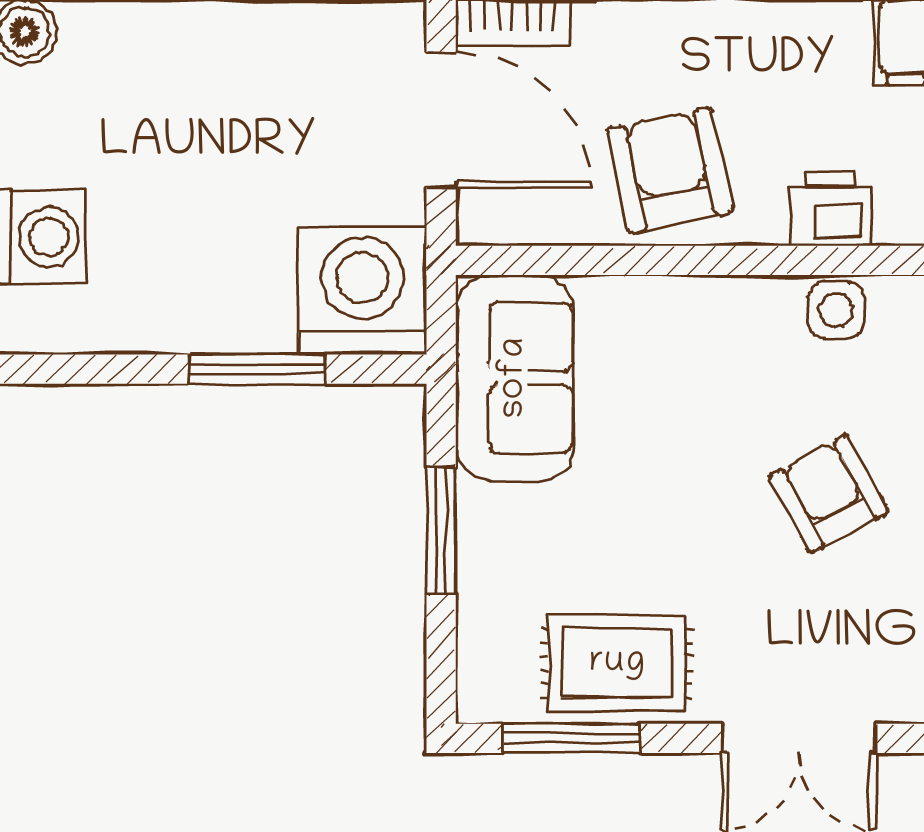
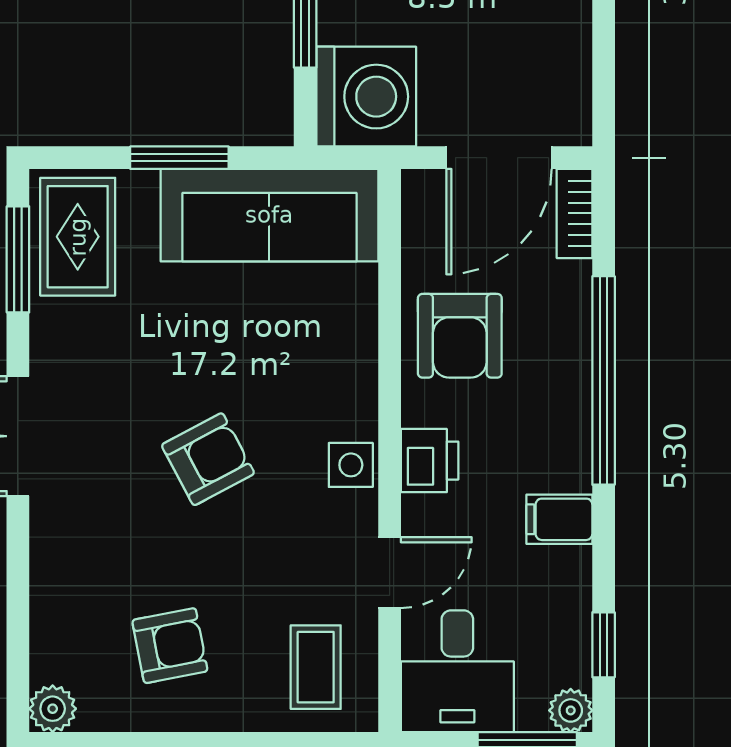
armchair: (670, 170) -> (460, 336), turned 102
sofa: (515, 378) -> (269, 215), width x1.36
rug: (617, 663) -> (78, 237), moved

